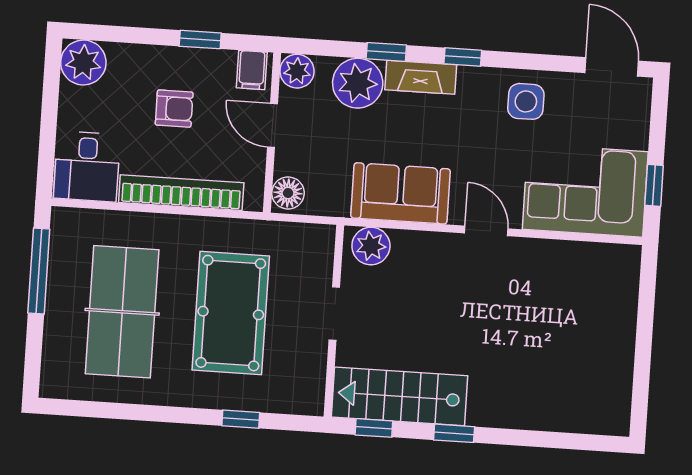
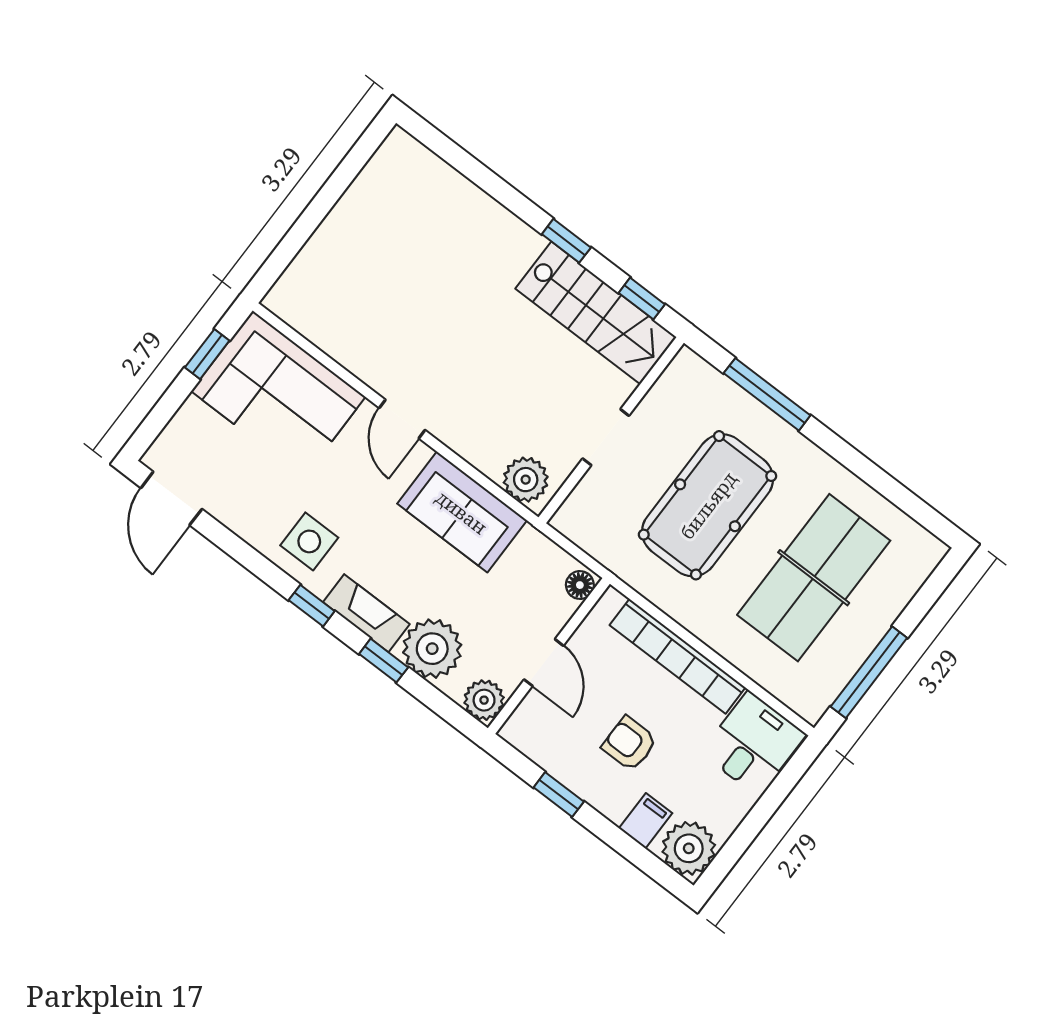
filing cabinet: (252, 70) -> (646, 821), moved
side table: (526, 101) -> (309, 541), moved
floor lamp: (288, 193) -> (580, 585), width x0.73, depth x0.73
window: (241, 419) -> (767, 394), width x2.17

